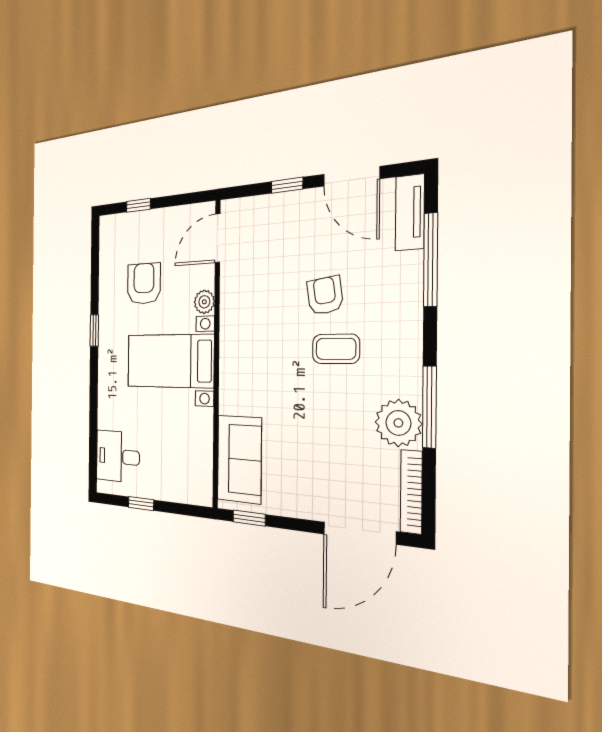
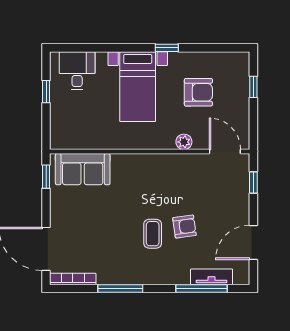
window: (287, 185) -> (253, 183), moved
tv unit: (410, 212) -> (212, 277), moved
bed with nightstands: (170, 361) -> (138, 87), moved, turned 180
plant: (398, 423) -> (111, 271), removed

